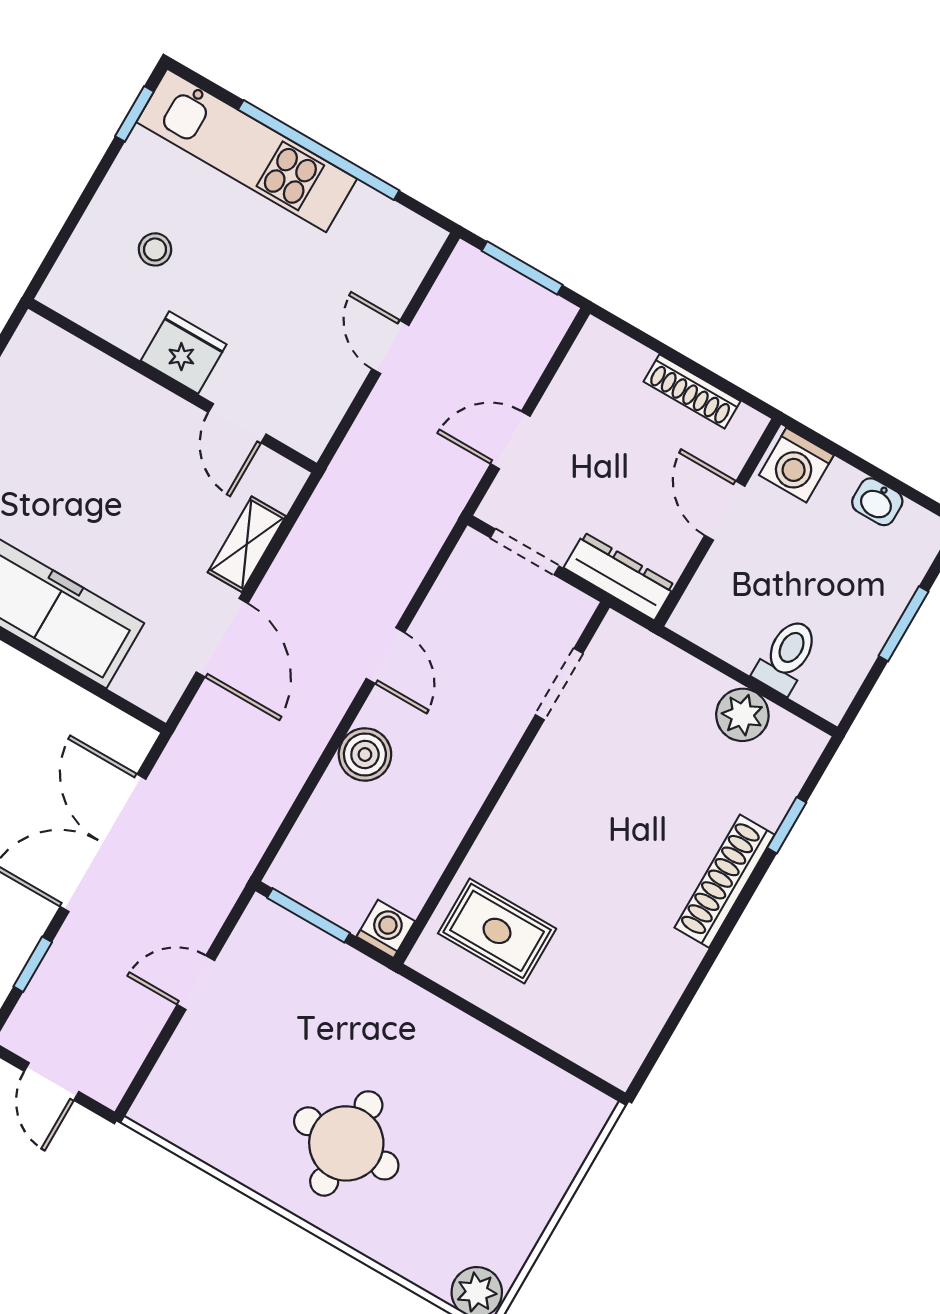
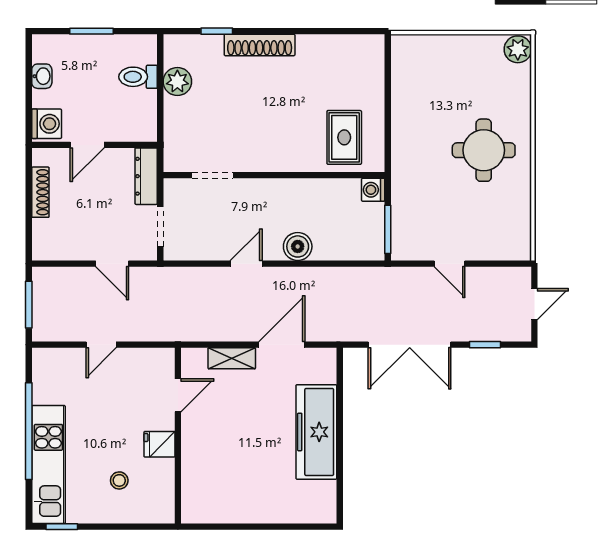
fridge: (184, 353) -> (160, 444), width x0.72

